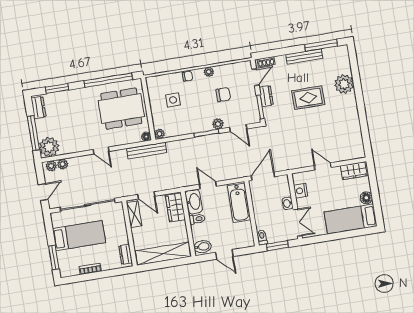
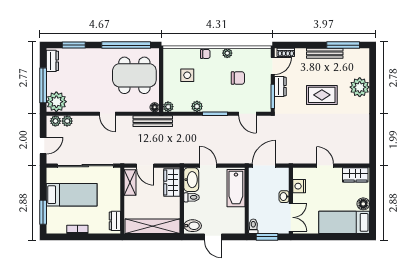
plant: (218, 124) -> (197, 106), moved

